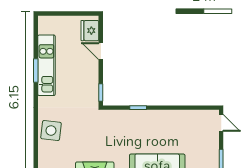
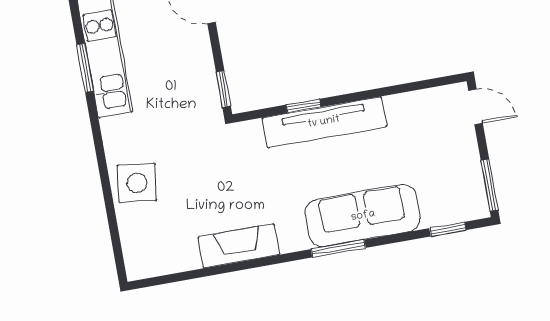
tv unit: (147, 117) -> (324, 122), added

